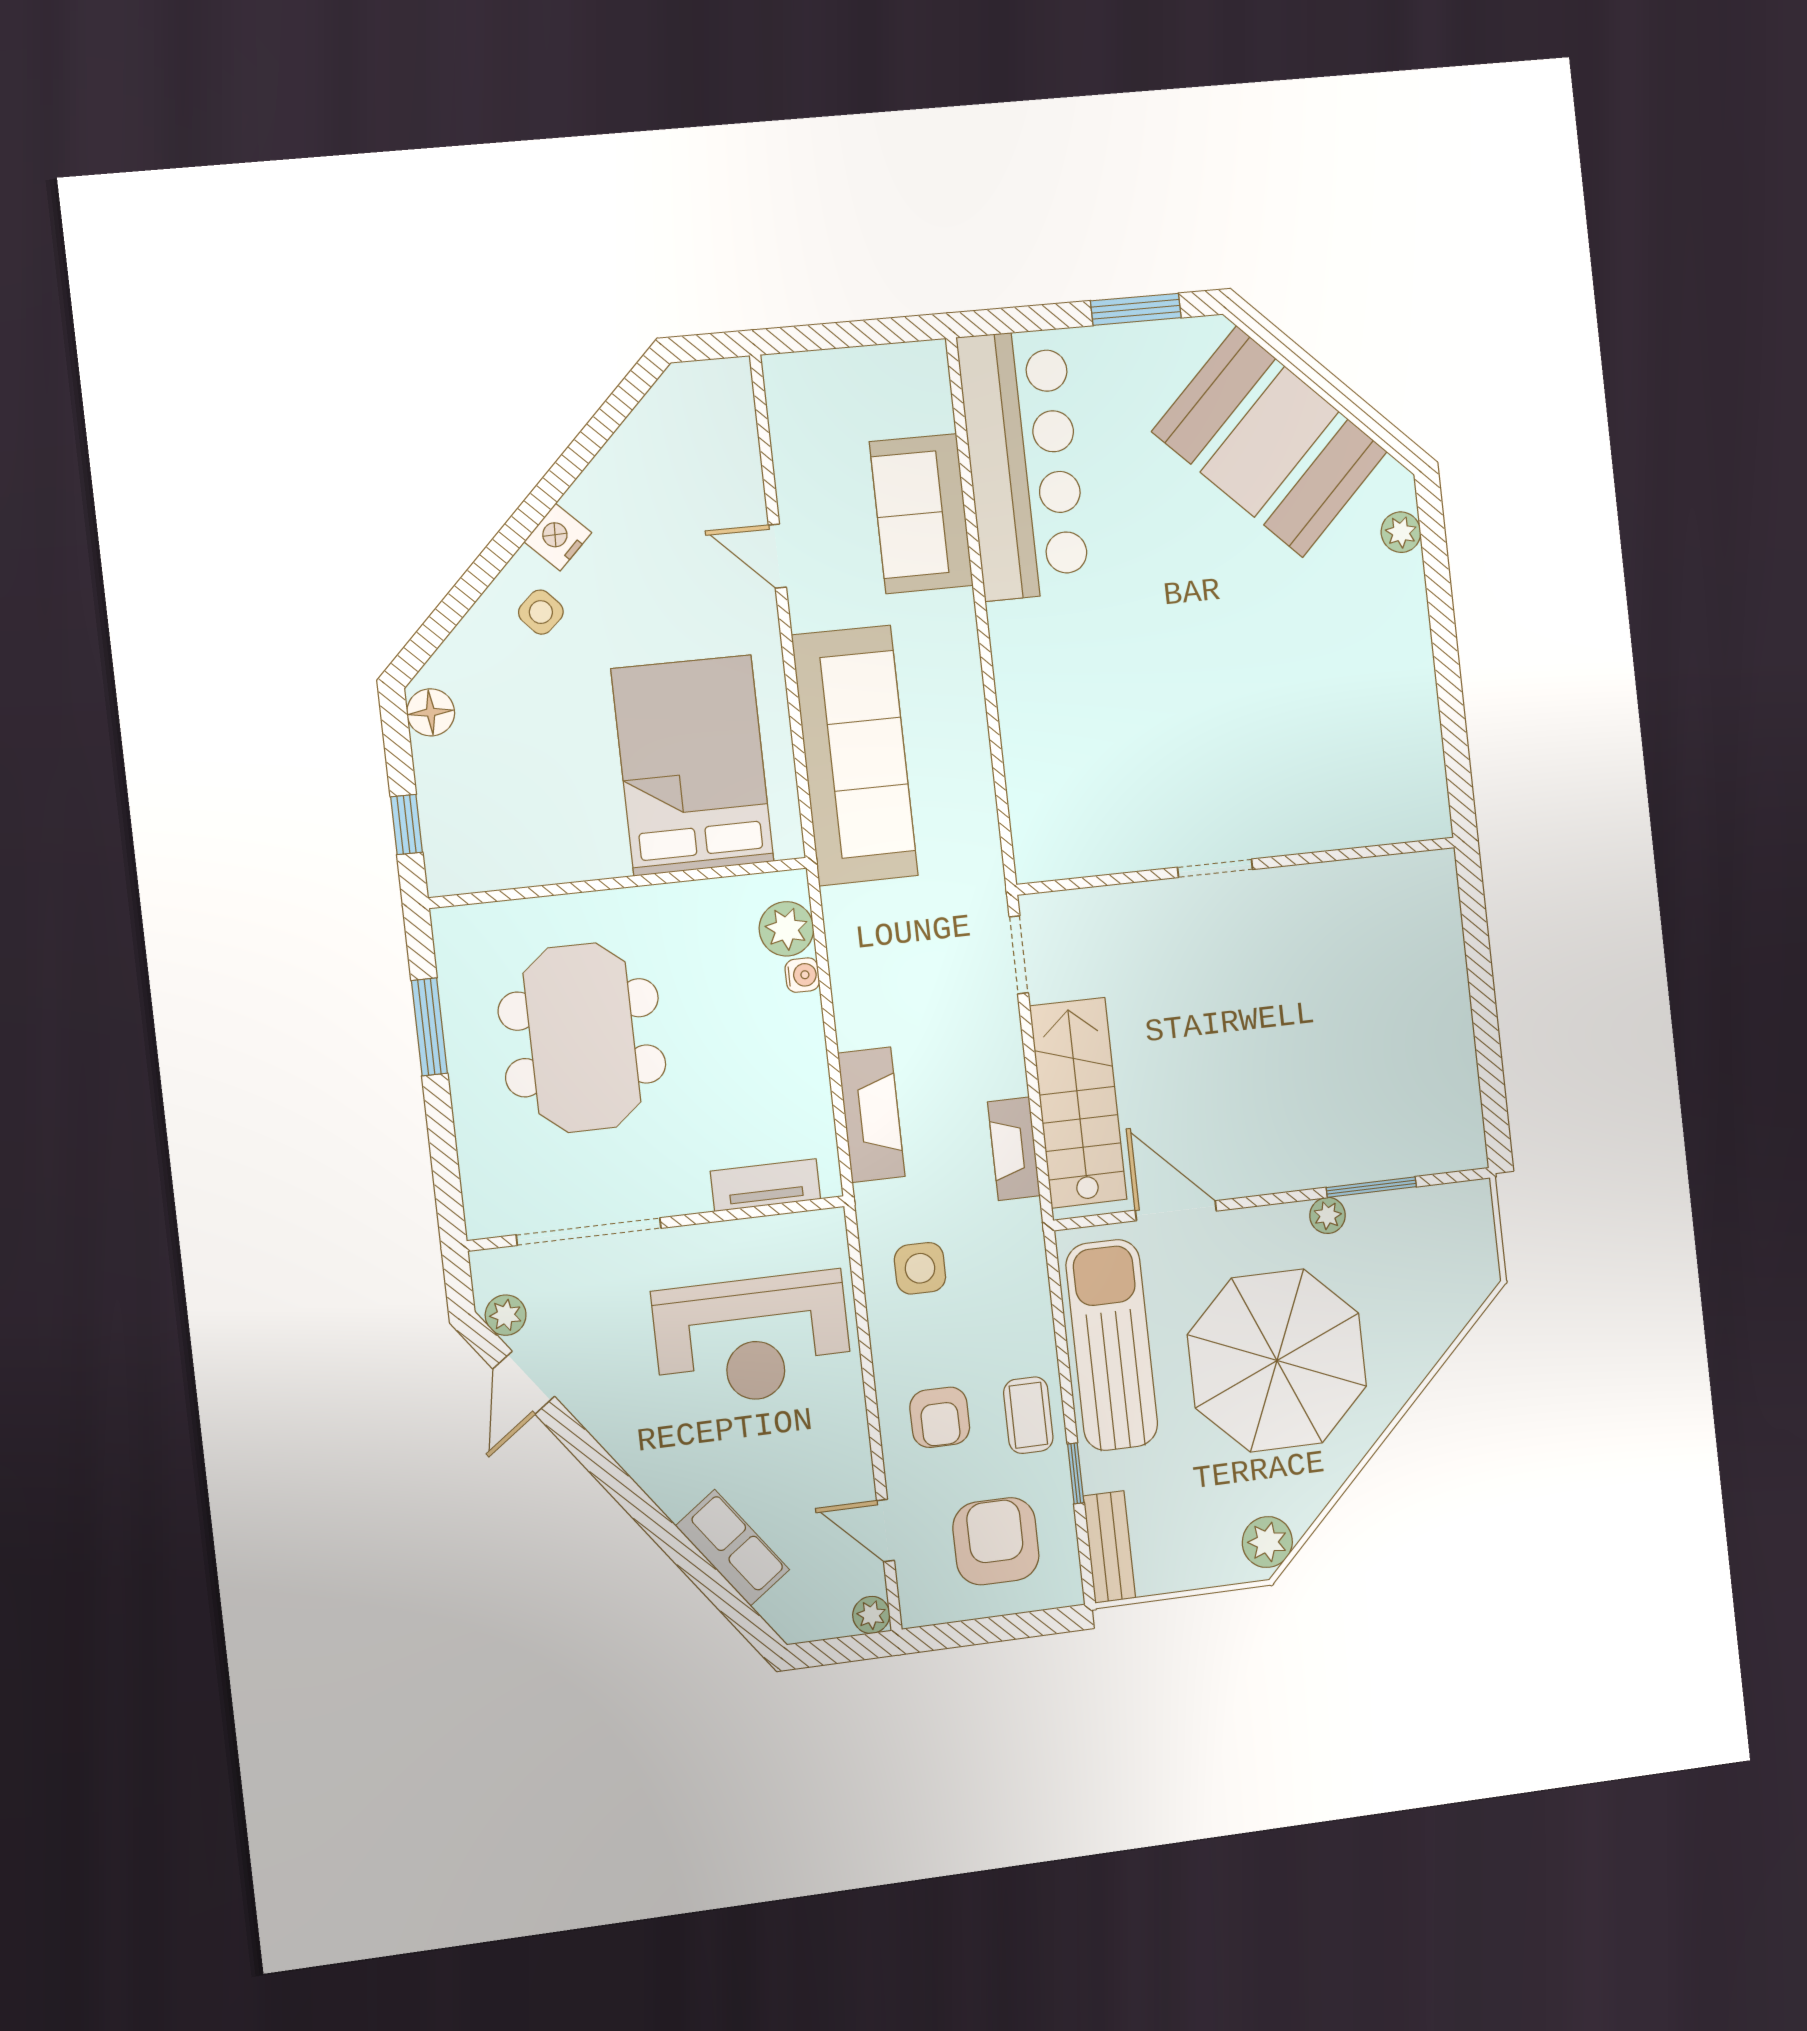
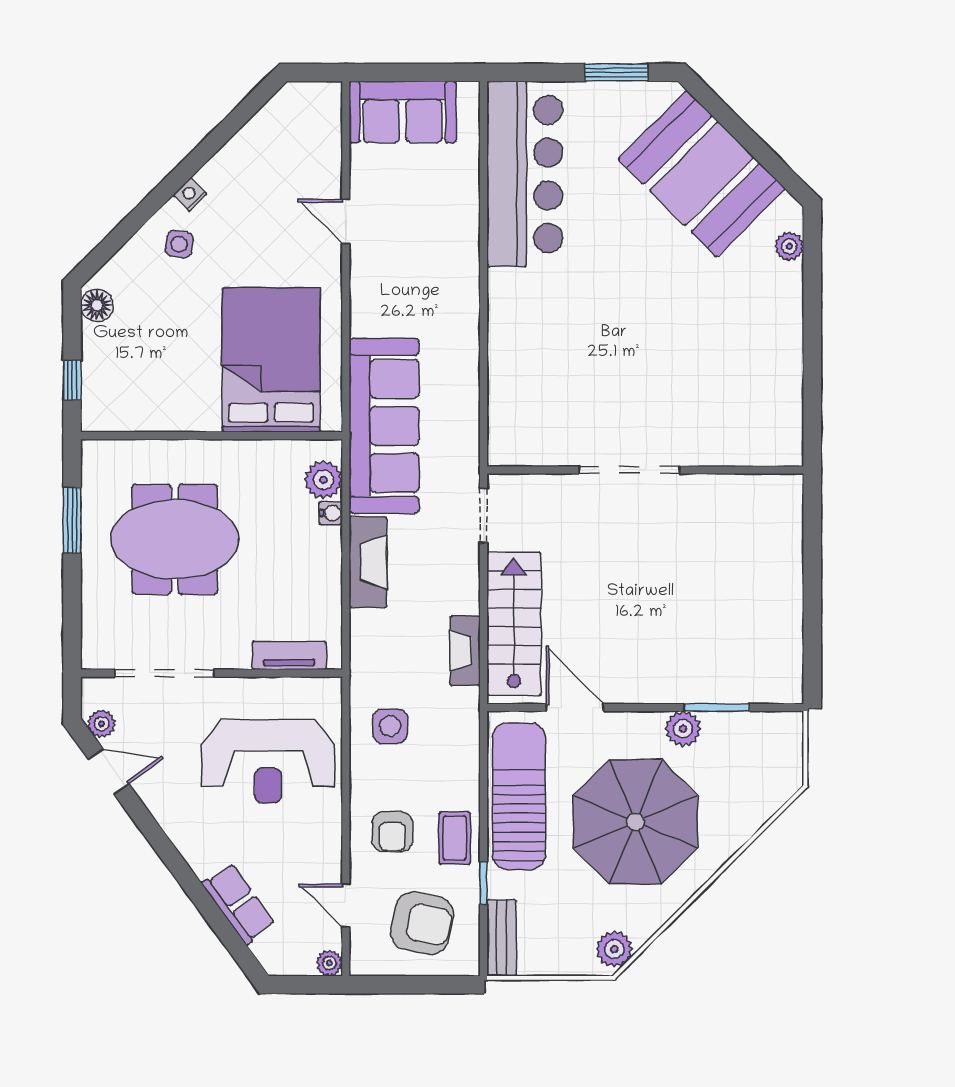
sofa: (921, 514) -> (403, 112), moved, turned -90
nightstand: (558, 537) -> (190, 194), width x0.72, depth x0.74
side table: (541, 612) -> (179, 244), turned -38
sofa: (855, 756) -> (384, 426), moved
doorway: (1215, 868) -> (629, 470), width x1.88
meeting table: (582, 1038) -> (175, 539), turned 90
fireplace: (871, 1115) -> (368, 562), moved
plant: (1328, 1215) -> (683, 729), width x1.38, depth x1.38
door: (524, 1383) -> (109, 772), swing flipped
armchair: (996, 1541) -> (422, 923), turned 102

